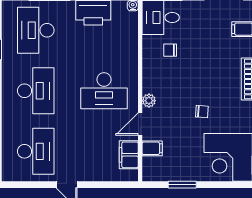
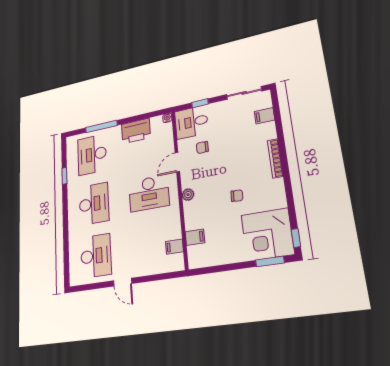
door: (140, 124) -> (177, 162), moved
filing cabinet: (129, 155) -> (174, 247), width x0.50
window: (182, 185) -> (270, 261), moved

